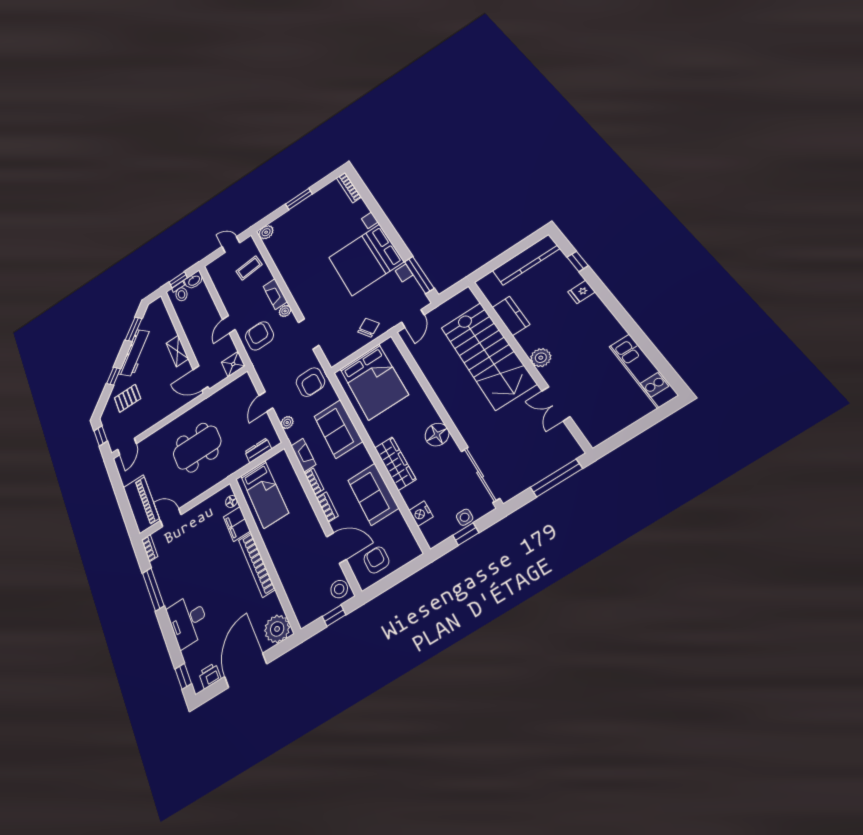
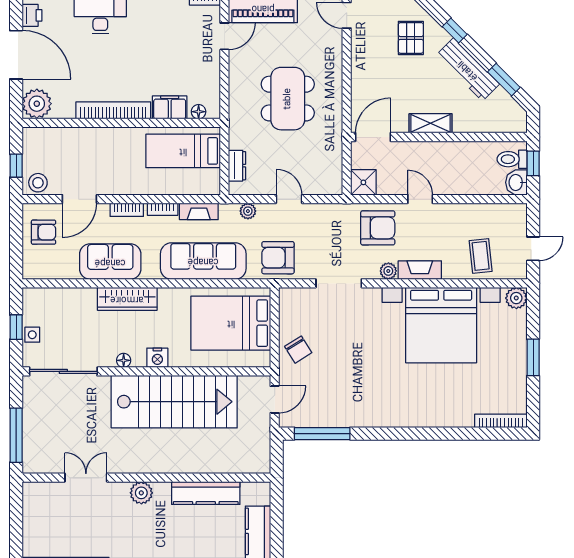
bed with nightstands: (366, 260) -> (441, 325), moved, turned 180
kitchen counter: (511, 316) -> (206, 493), width x1.50
door: (413, 318) -> (275, 400), swing flipped
stairs: (488, 355) -> (174, 402), moved, turned 180
sofa: (338, 429) -> (203, 261), width x1.36
floor lamp: (437, 435) -> (124, 360), width x0.53, depth x0.53
nightstand: (421, 514) -> (157, 358), moved, turned 180

